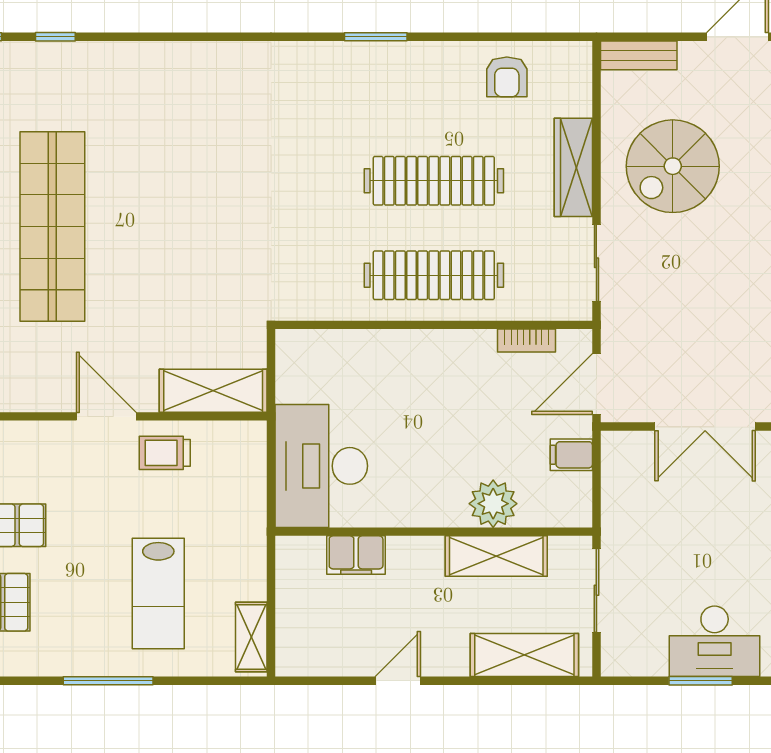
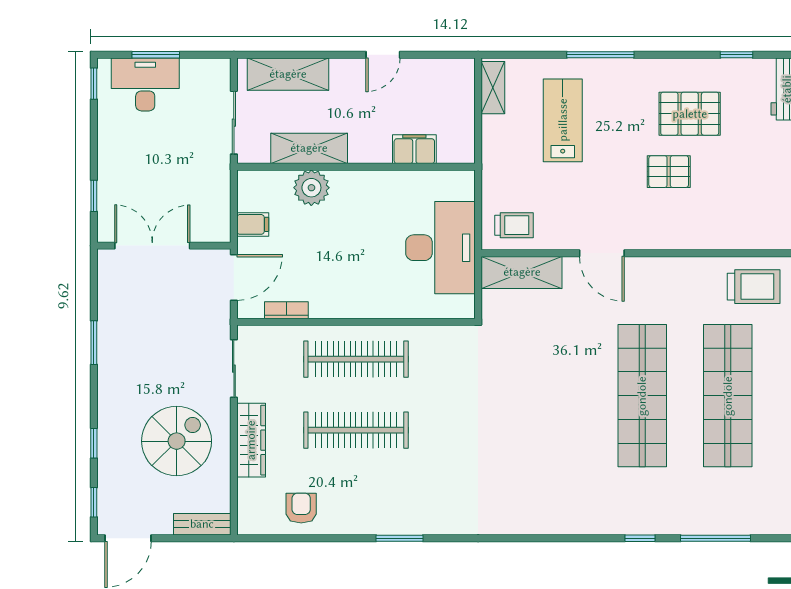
trolley: (165, 453) -> (514, 225), moved
desk: (321, 466) -> (440, 248), moved

